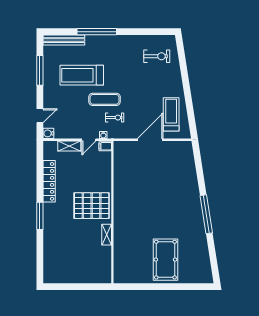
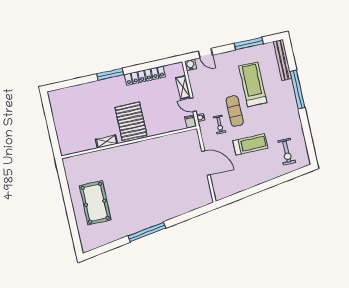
treadmill: (171, 114) -> (250, 144), moved
pool table: (165, 260) -> (95, 203), turned 90

